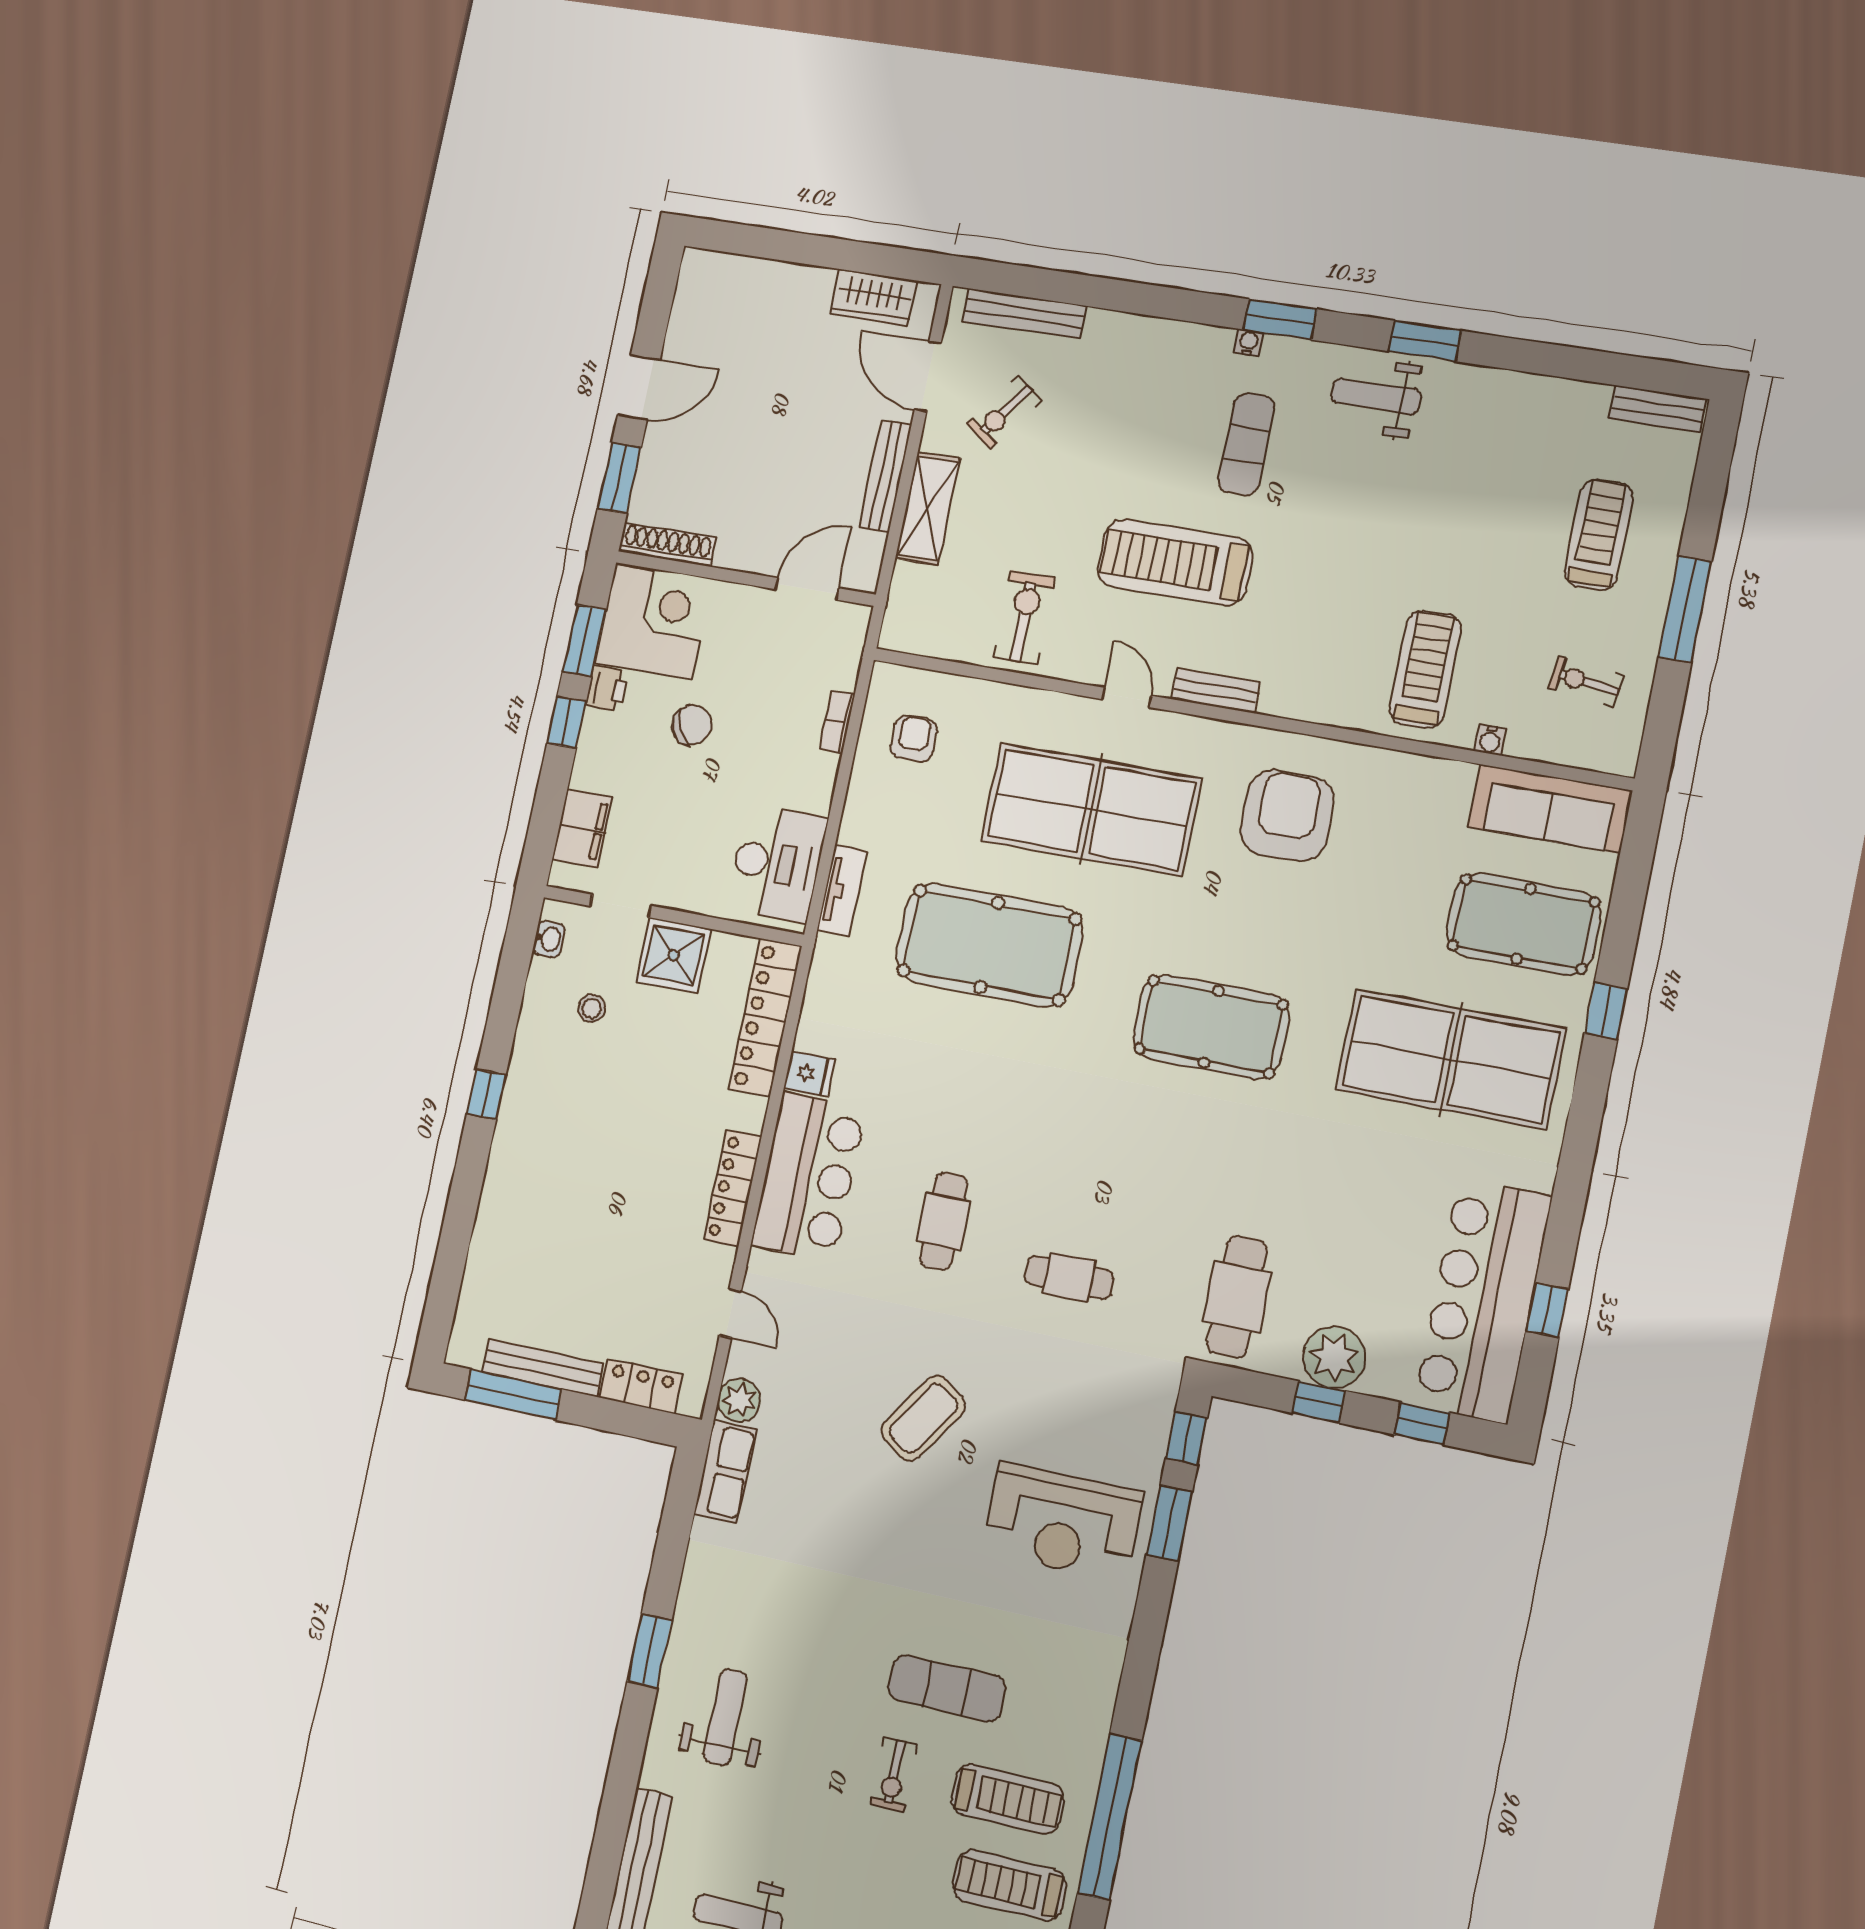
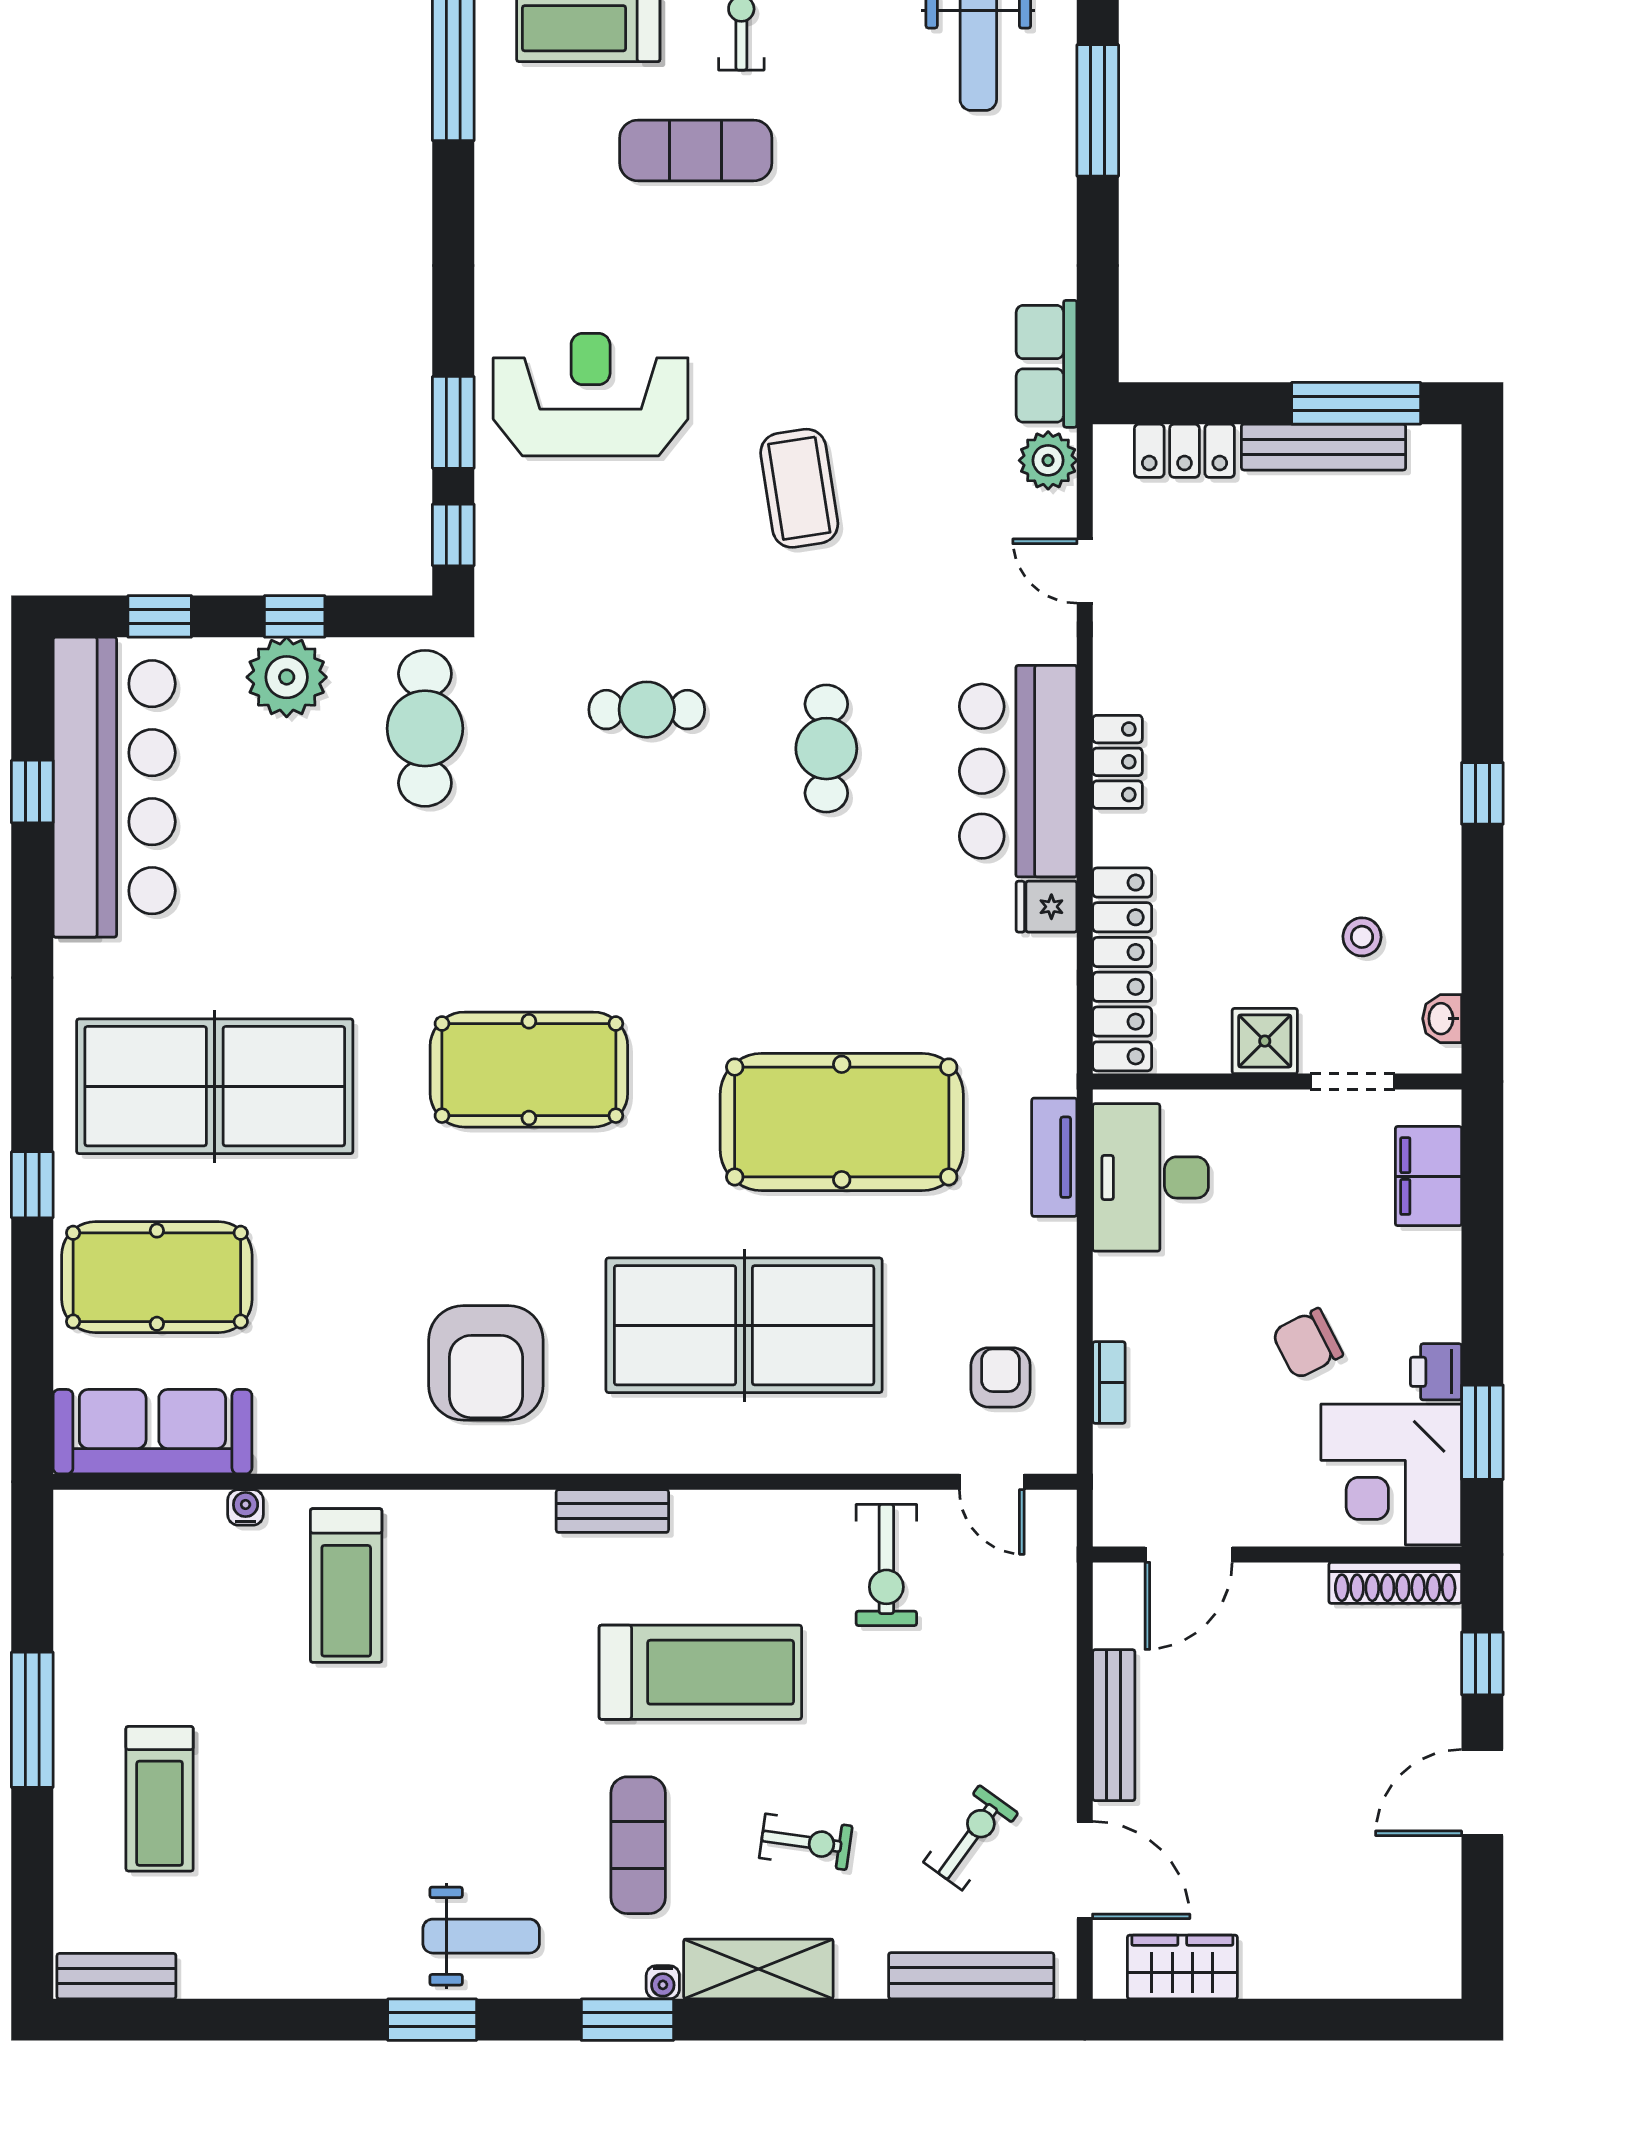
window: (619, 478) -> (1482, 1663), width x0.67
shelving: (928, 508) -> (758, 1969), moved, turned 90
exercise bike: (1586, 682) -> (806, 1842), moved
door: (1127, 697) -> (992, 1482), moved
window: (567, 723) -> (1482, 1316), removed
armchair: (914, 739) -> (1001, 1377), turned 180
shower: (674, 955) -> (1265, 1041), width x0.73, depth x0.73
locker: (733, 1188) -> (1117, 762), width x0.66
coffee table: (923, 1418) -> (799, 488), turned -42
window: (649, 1651) -> (1098, 110), width x1.44

